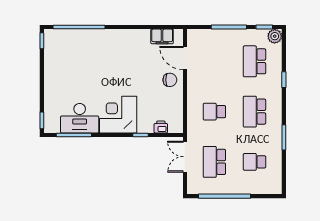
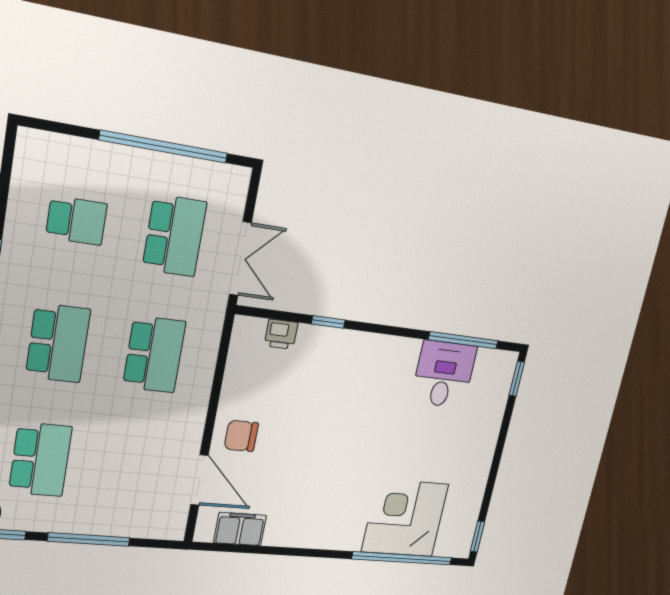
school desk: (214, 112) -> (154, 354), width x1.85
corner desk: (118, 115) -> (405, 518), moved, turned 180
desk: (80, 118) -> (444, 374), width x0.73

